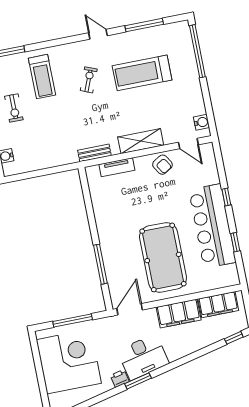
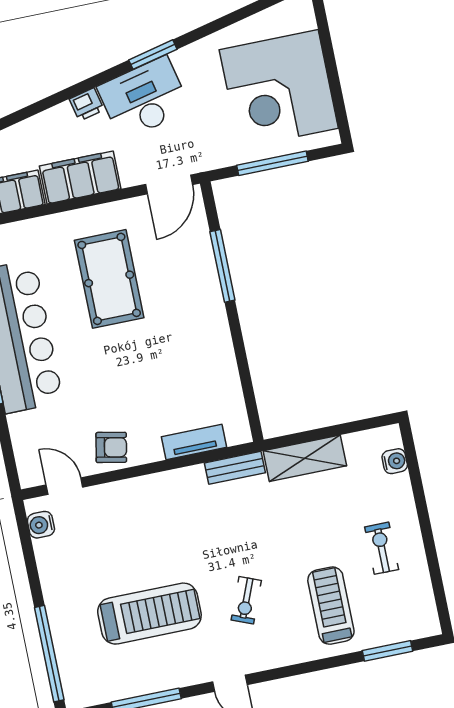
shelving: (141, 141) -> (305, 458), moved
armchair: (162, 165) -> (111, 447), turned 133
pool table: (163, 257) -> (109, 279), width x0.73, depth x0.76
printer: (120, 378) -> (87, 104), moved

